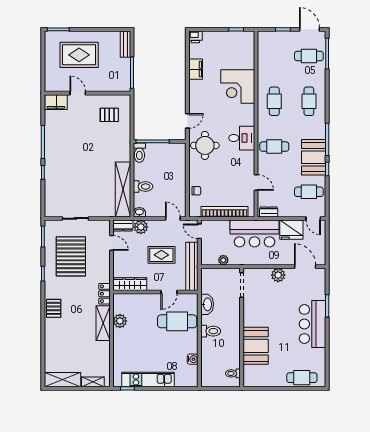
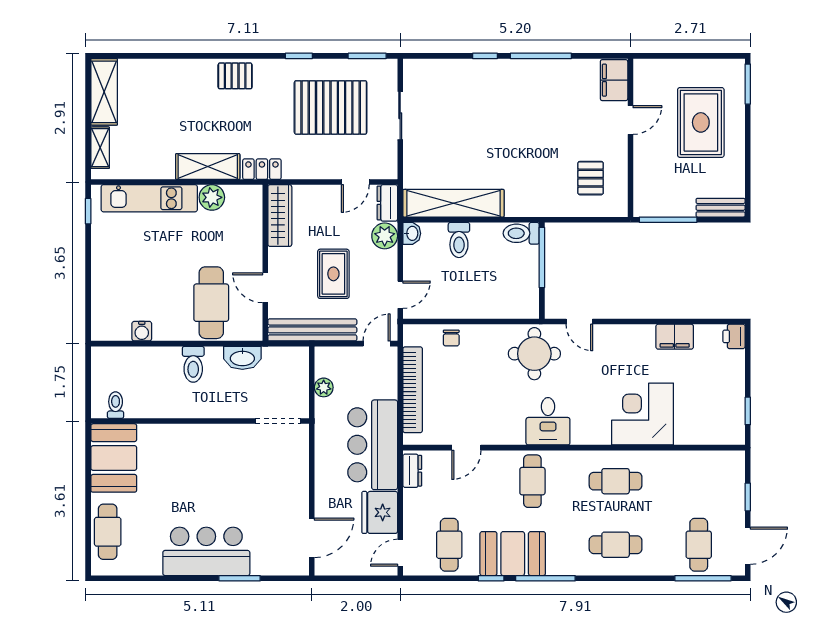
plant: (278, 275) -> (296, 488), removed
booth: (256, 346) -> (114, 458), moved, turned 90
kitchen unit: (148, 380) -> (149, 198), moved, turned 90

